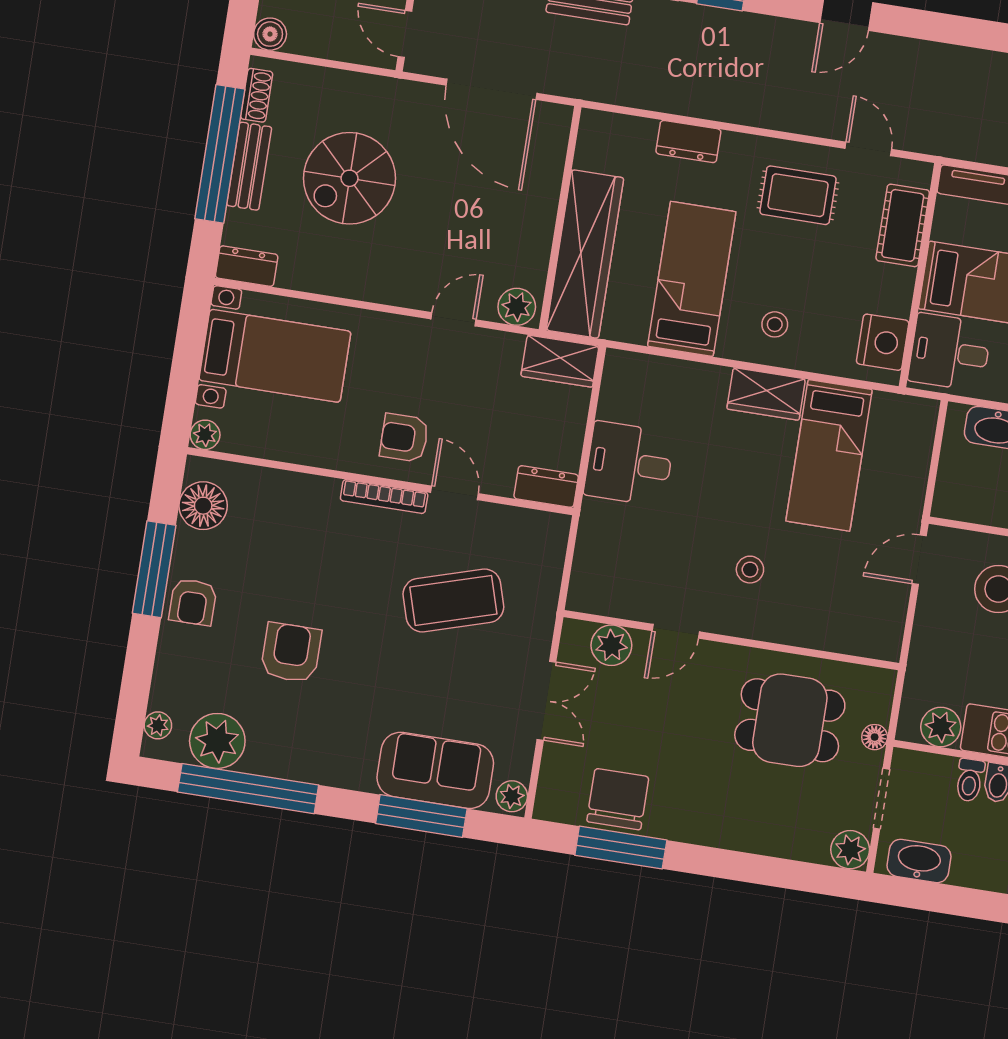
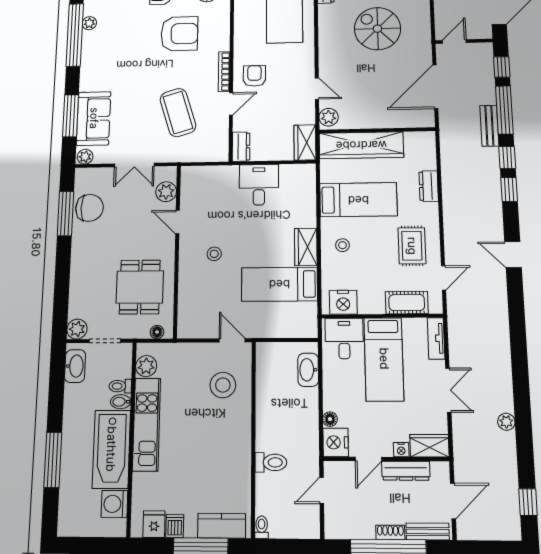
armchair: (291, 653) -> (179, 34), moved, width x1.36, depth x1.36
floor lamp: (875, 737) -> (157, 332), moved
plant: (217, 741) -> (89, 23), width x0.53, depth x0.53

